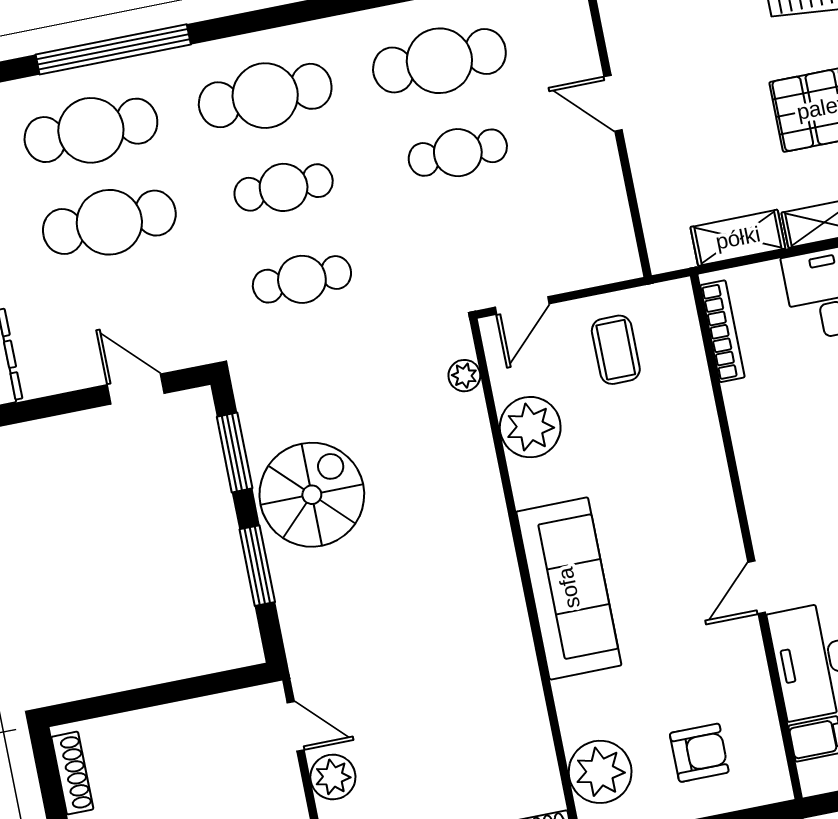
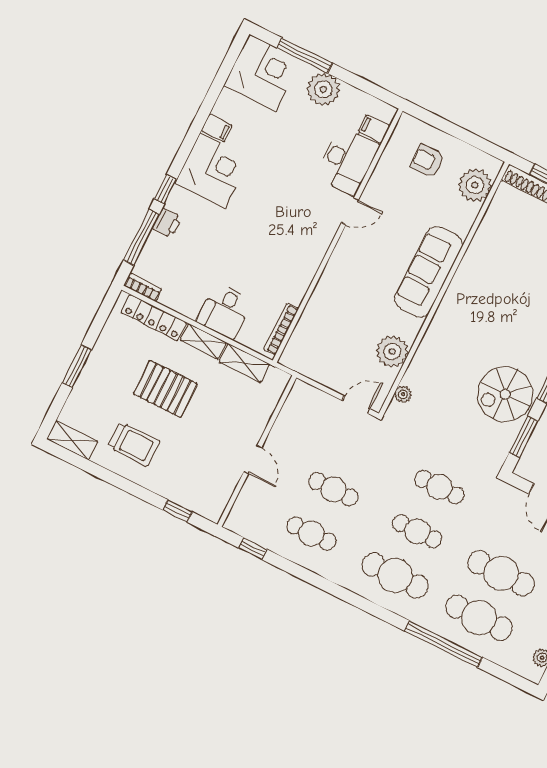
cafe table: (439, 61) -> (311, 534), width x0.73, depth x0.74
coffee table: (616, 350) -> (331, 356), removed

